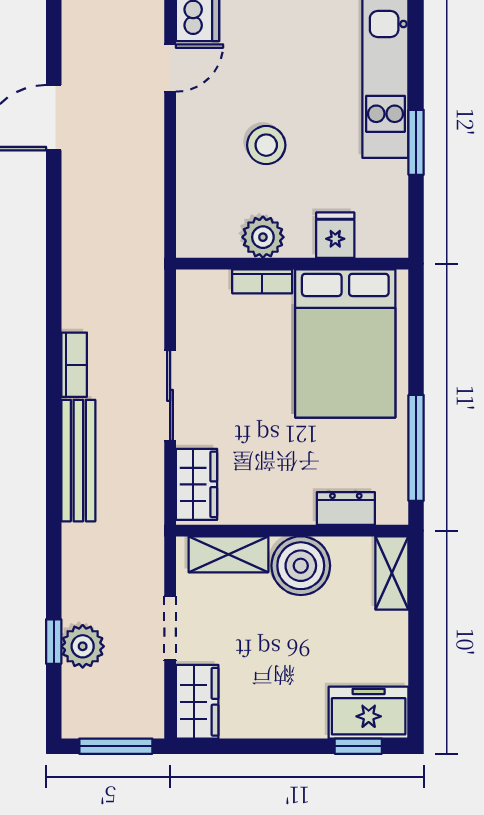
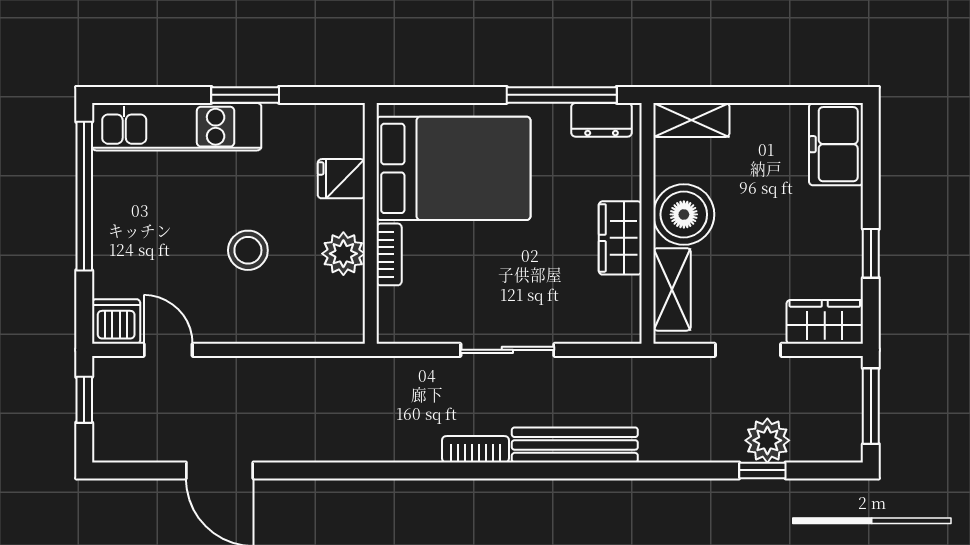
wardrobe: (196, 484) -> (620, 238), moved, turned -90
dresser: (346, 509) -> (602, 120), moved, turned -90
window: (358, 746) -> (871, 253), moved

